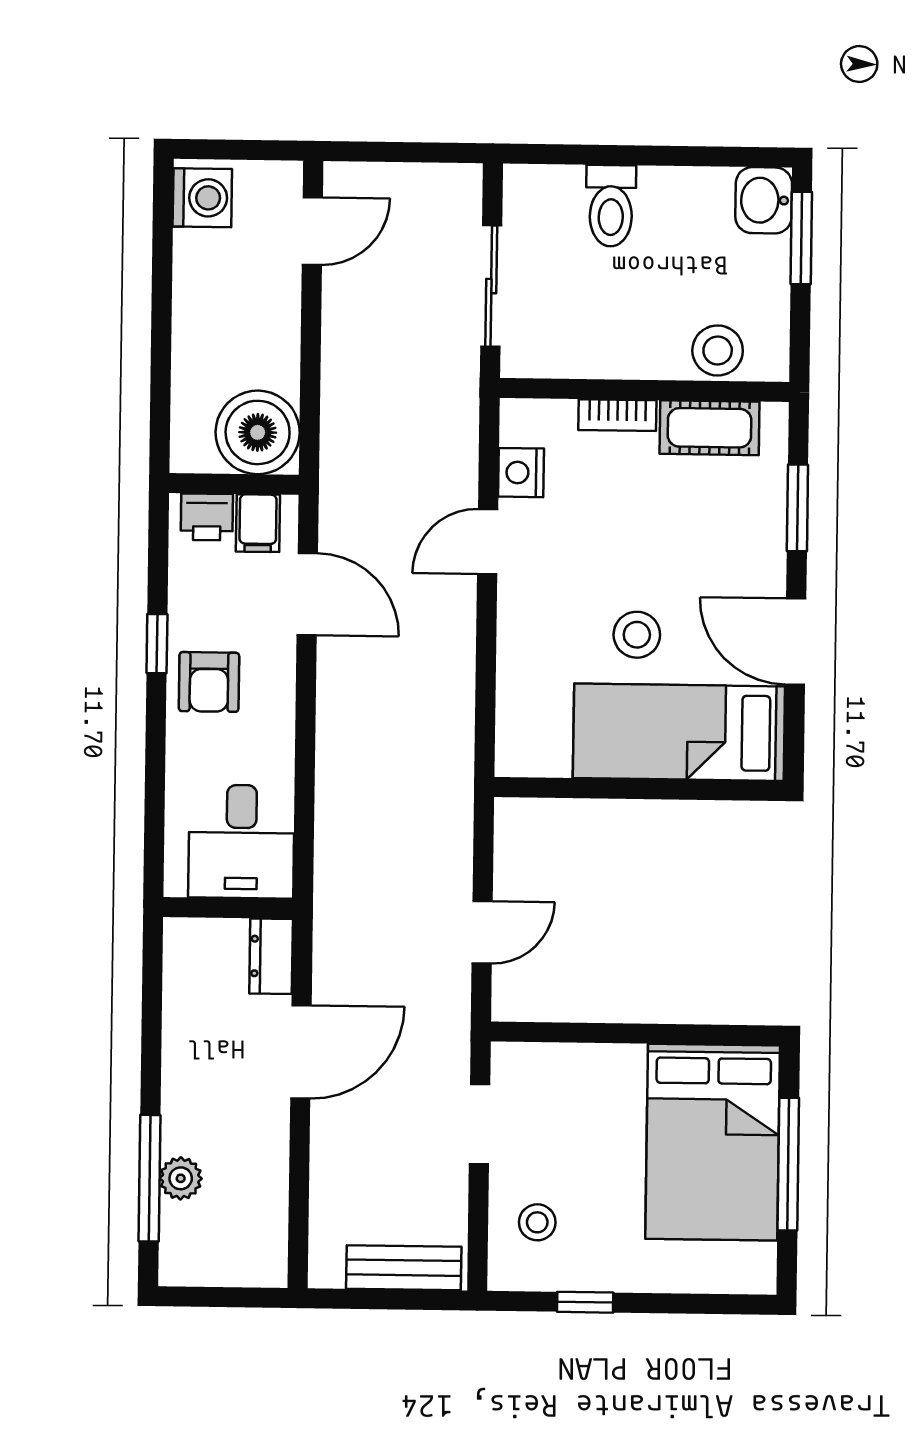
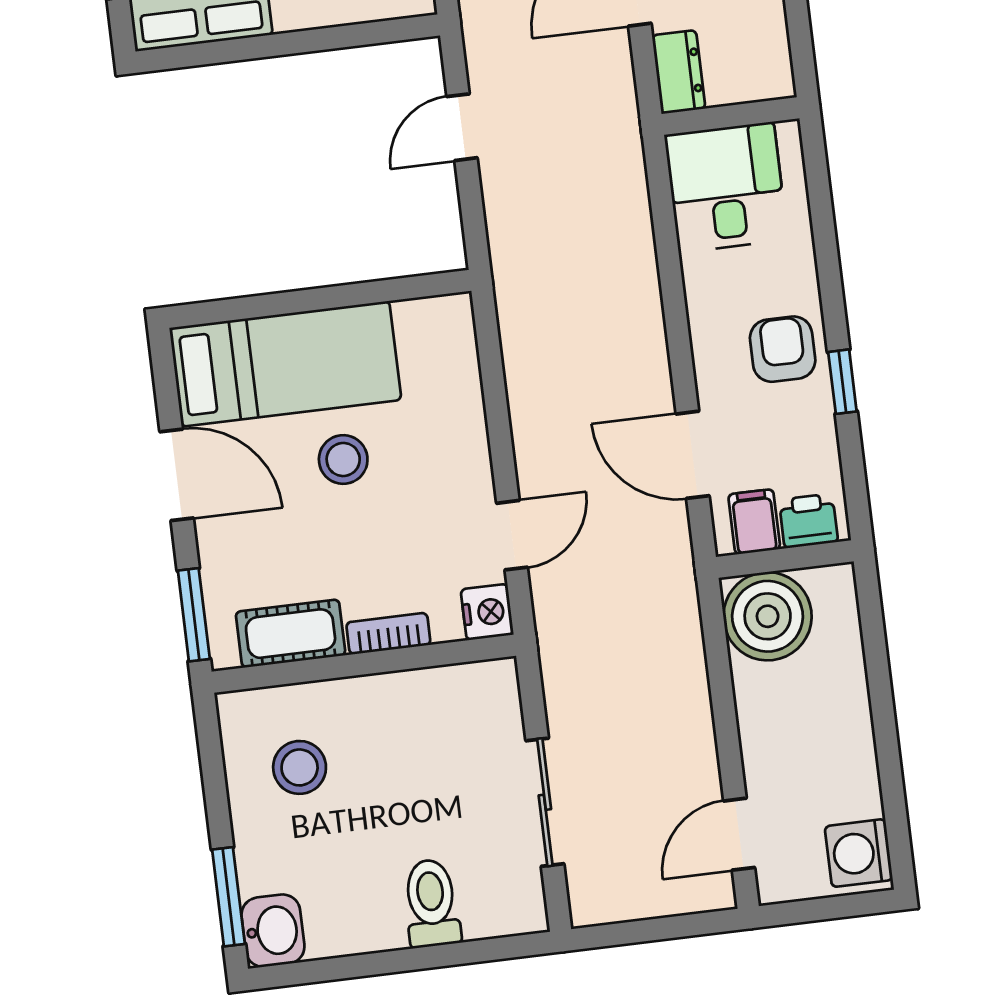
wall: (644, 390) -> (364, 664), moved
bookcase: (617, 415) -> (388, 634), moved
cot: (710, 428) -> (291, 634), moved

